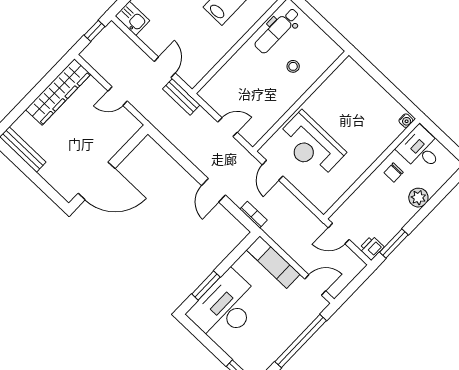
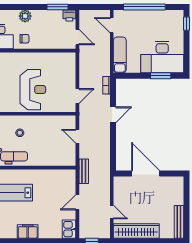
door: (165, 67) -> (77, 202), moved
door: (118, 96) -> (112, 212), moved
reception desk: (311, 145) -> (33, 90), moved
door: (97, 181) -> (146, 173), moved

